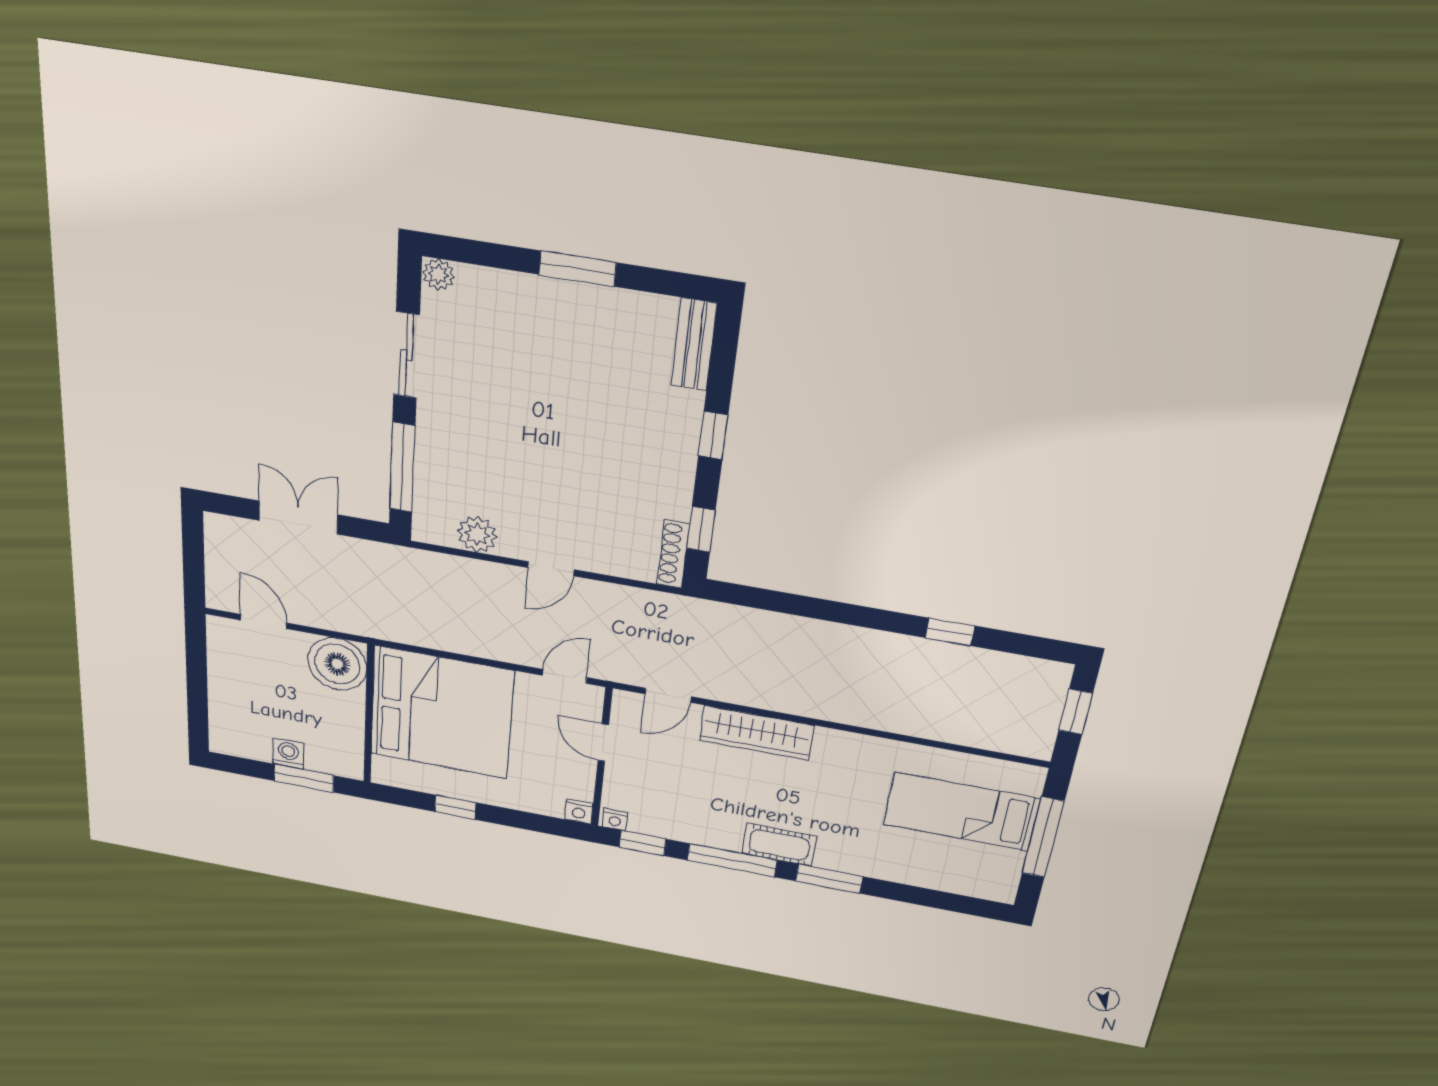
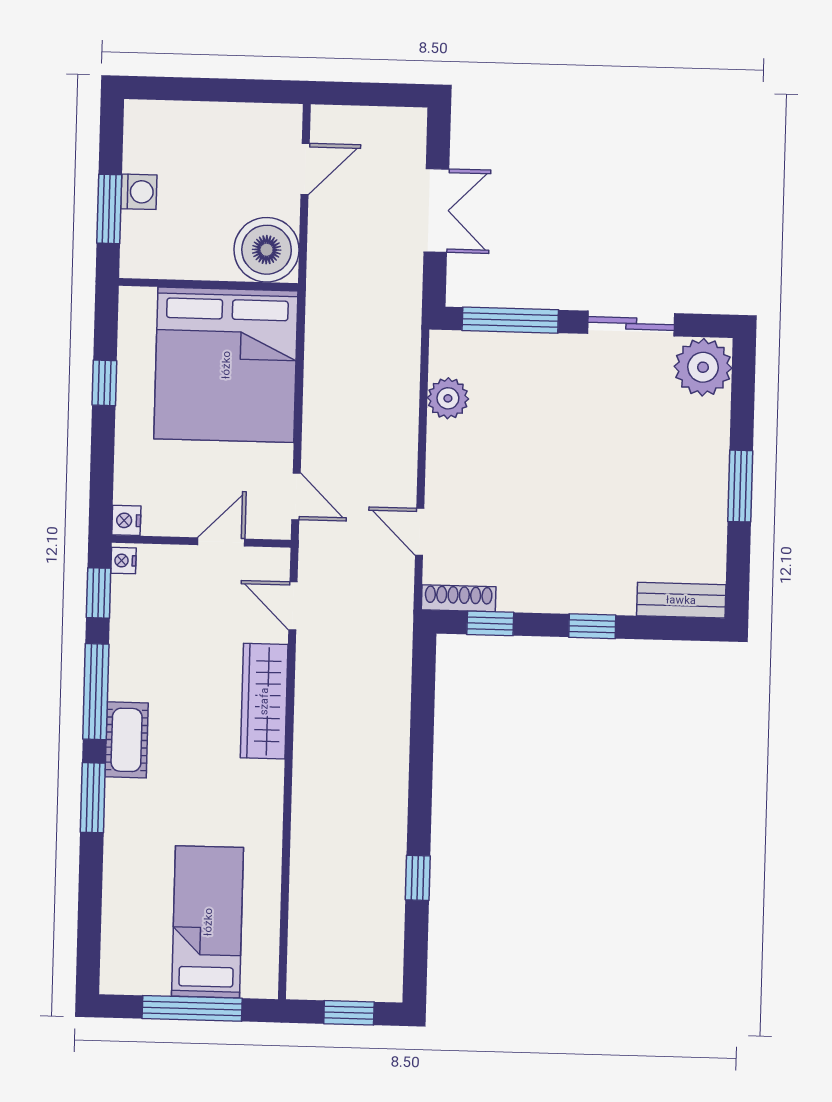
plant: (438, 275) -> (703, 367), width x1.87, depth x1.87
door: (551, 569) -> (420, 532), moved

